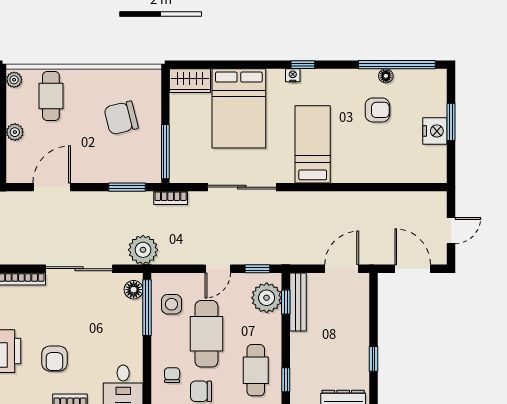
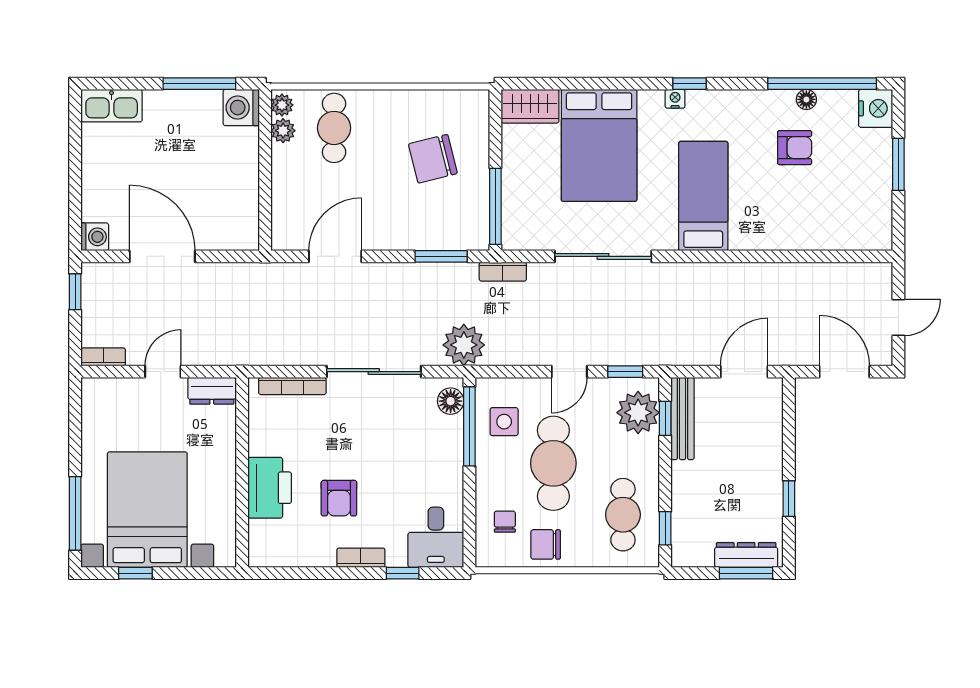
nightstand: (435, 131) -> (876, 108), moved
plant: (15, 132) -> (283, 131), moved

